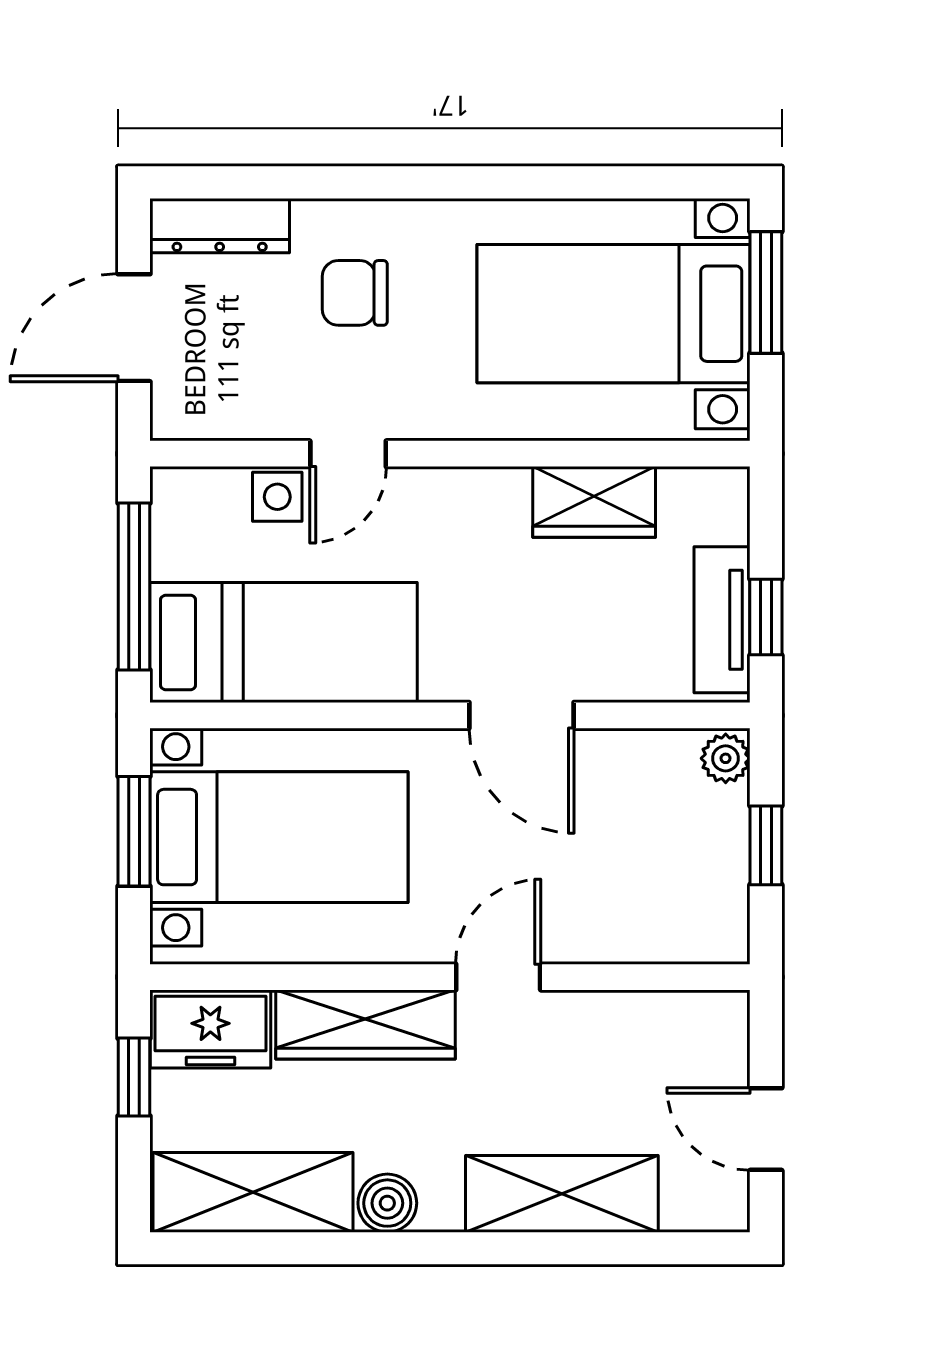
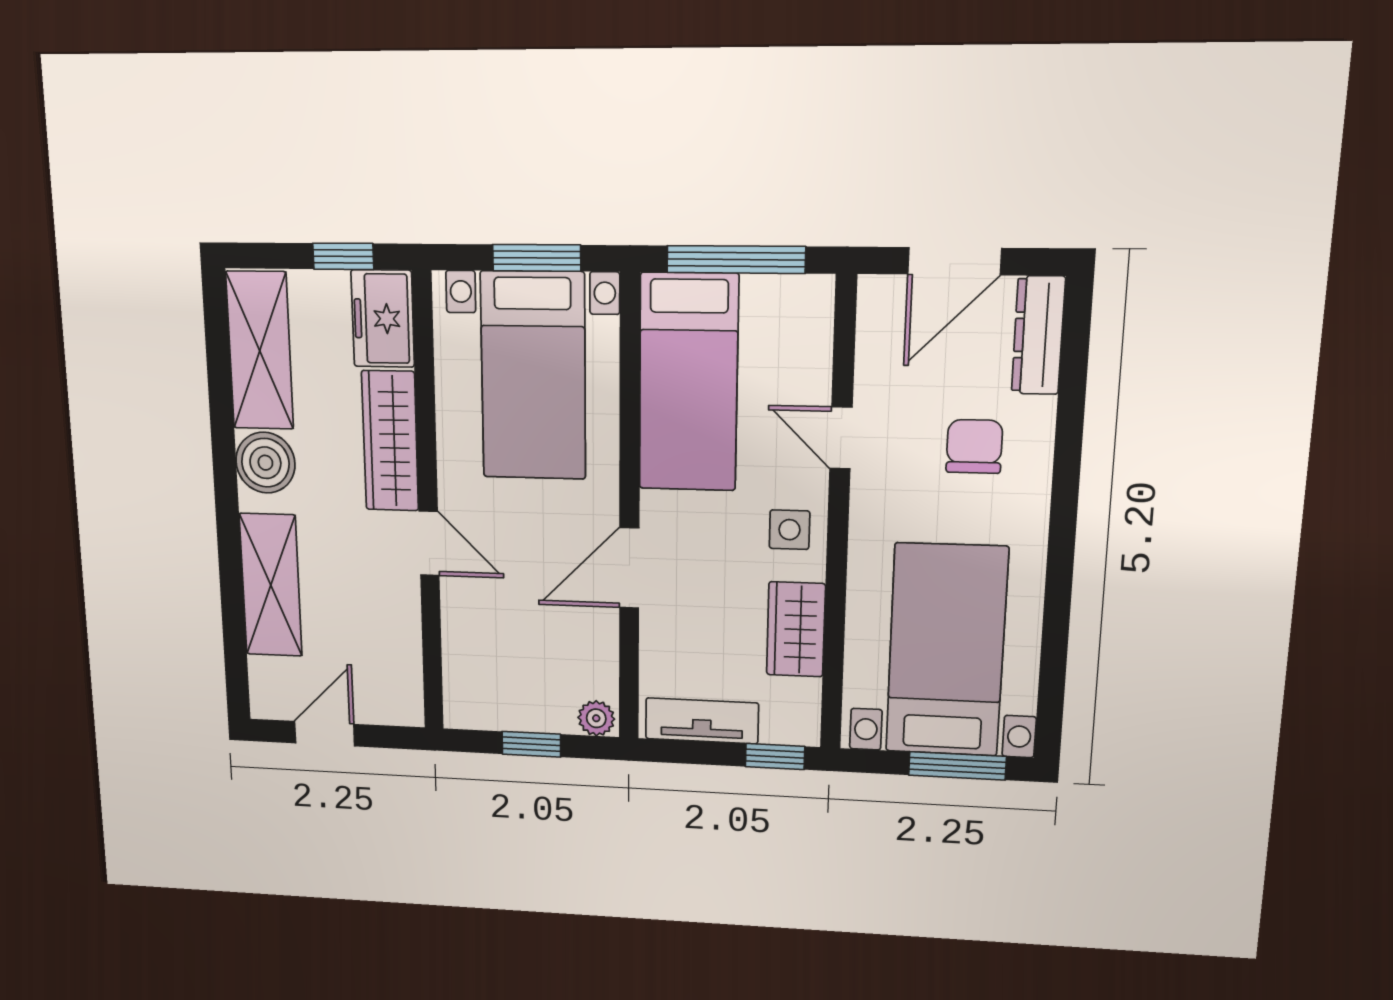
door: (134, 328) -> (954, 261), swing flipped
side table: (277, 497) -> (789, 530), moved
window: (766, 617) -> (775, 757), moved
boiler: (387, 1203) -> (265, 463), width x1.36, depth x1.36

